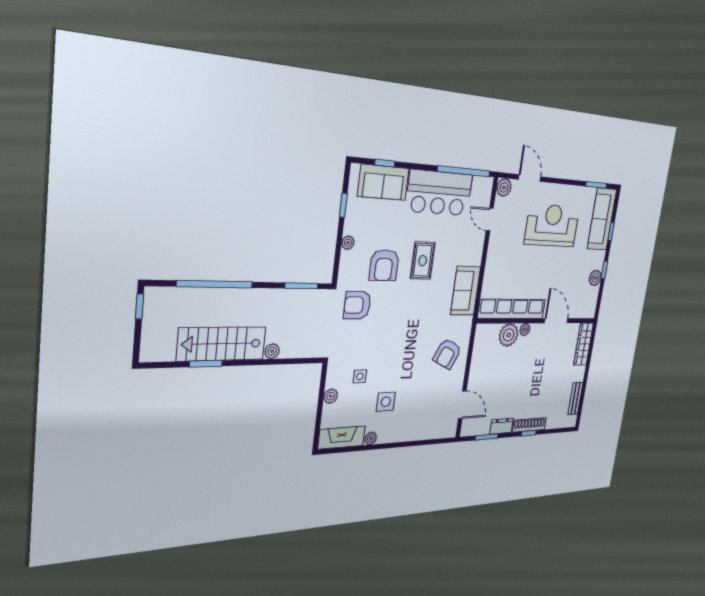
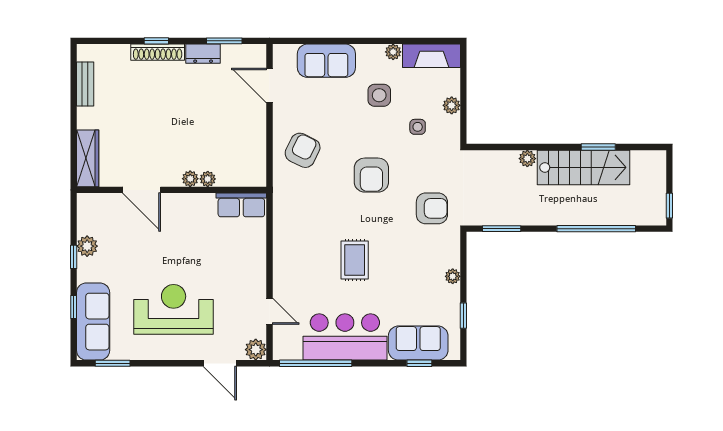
reception desk: (552, 225) -> (174, 309), turned 180
armchair: (384, 265) -> (371, 175), moved, turned 180
sofa: (466, 291) -> (326, 61), moved, turned 90
row of seats: (512, 309) -> (241, 205), width x0.50
plant: (509, 335) -> (208, 179), width x0.53, depth x0.53

